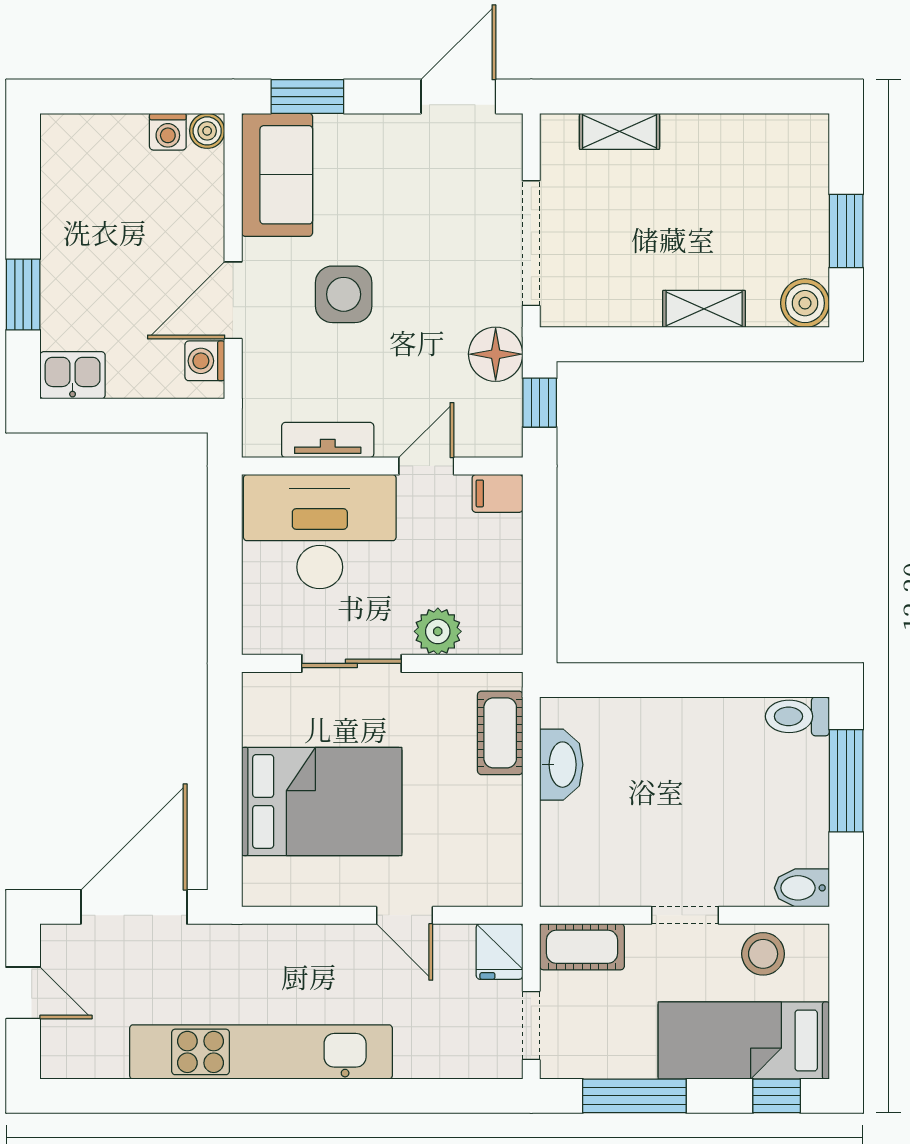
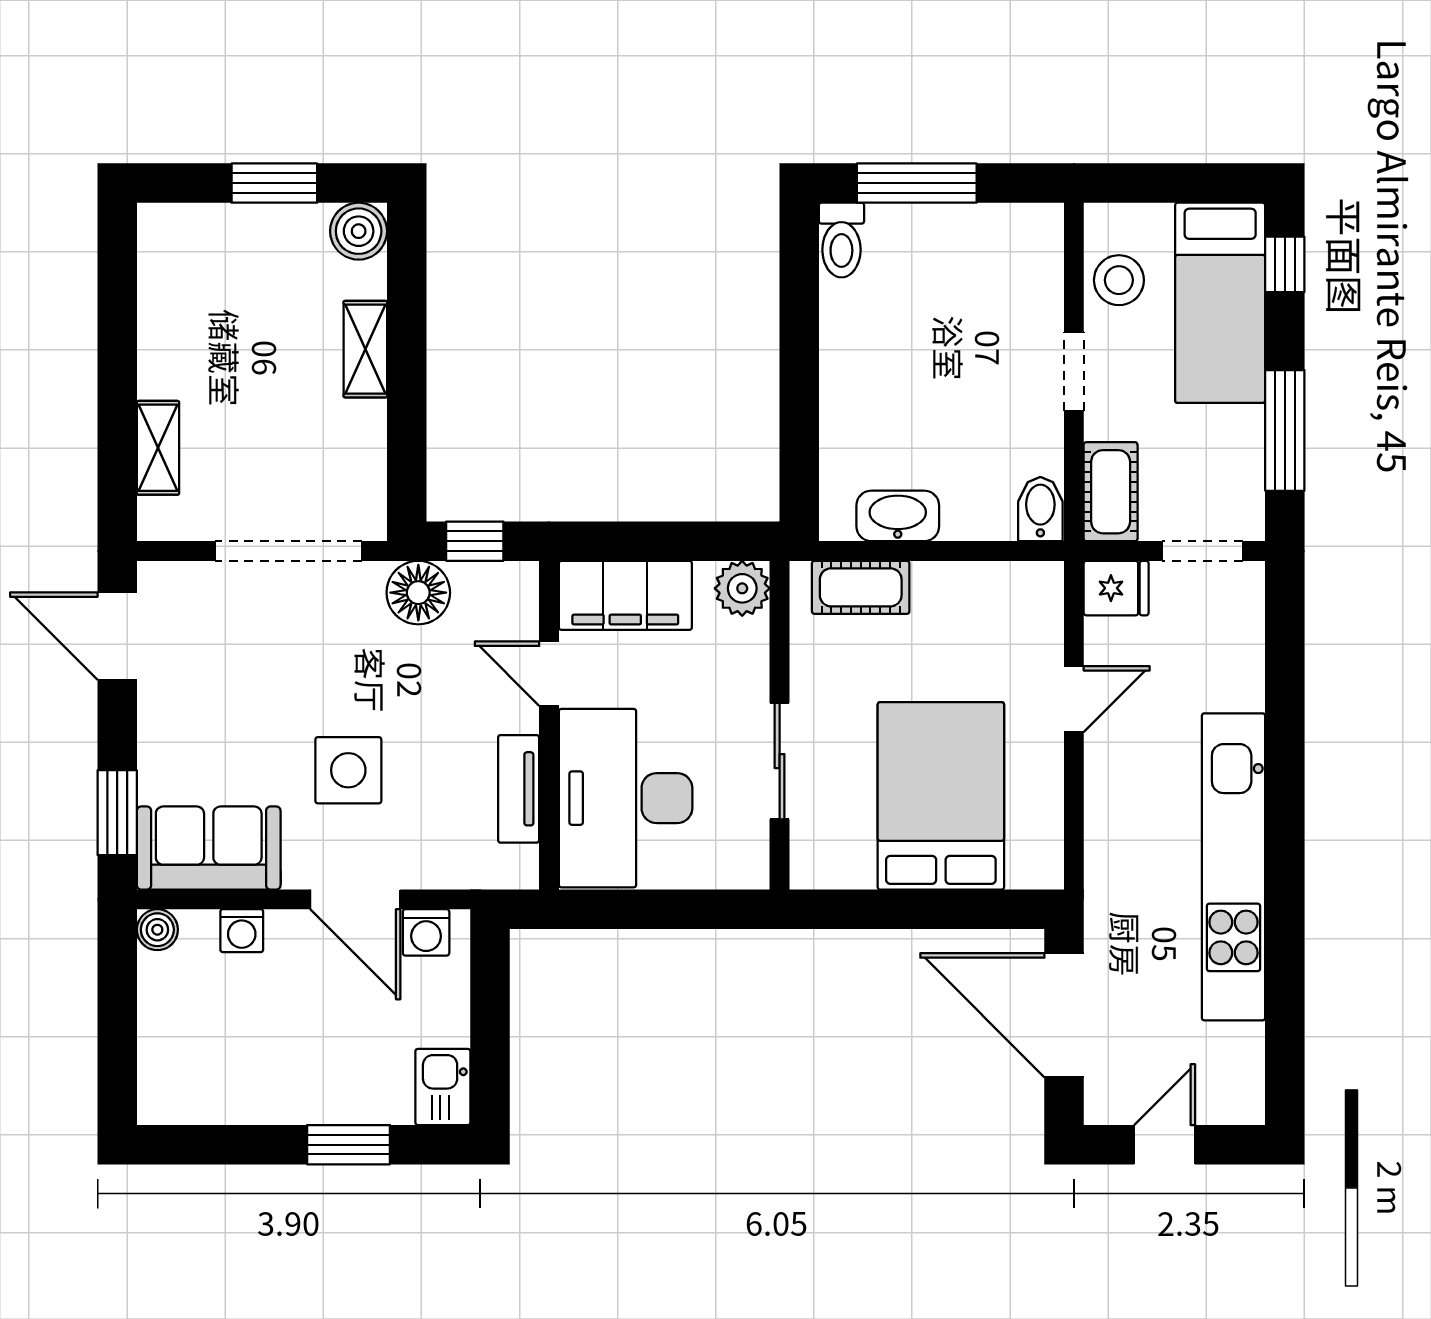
washing machine: (168, 132) -> (242, 931), moved, turned 90
filing cabinet: (498, 493) -> (625, 595), width x3.00, depth x1.17
plant: (438, 631) -> (742, 588), moved
bidet: (802, 888) -> (1040, 509), moved, turned 180

